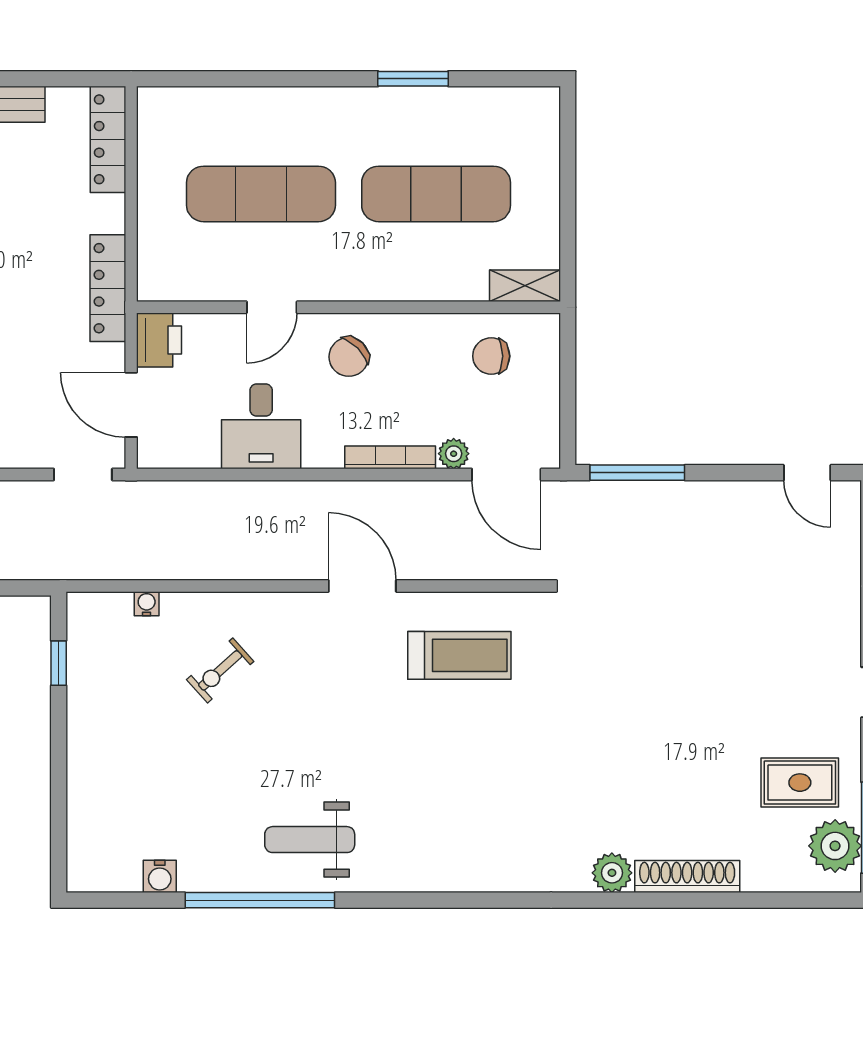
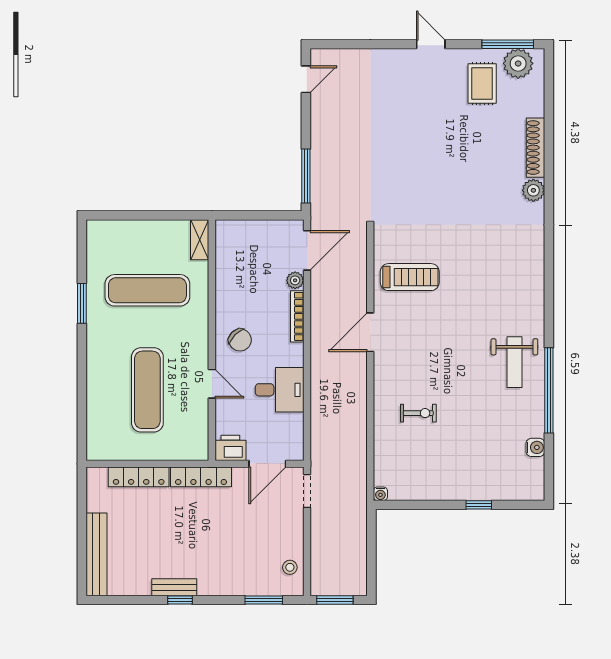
locker: (108, 139) -> (139, 477), moved
exercise mat: (436, 194) -> (147, 290), turned 90
chair: (491, 356) -> (240, 259), removed
water cooler: (147, 604) -> (380, 494), moved, turned -90
treadmill: (459, 655) -> (410, 277), turned 90
window: (59, 663) -> (479, 505), moved
exercise bike: (220, 670) -> (418, 413), turned -48

